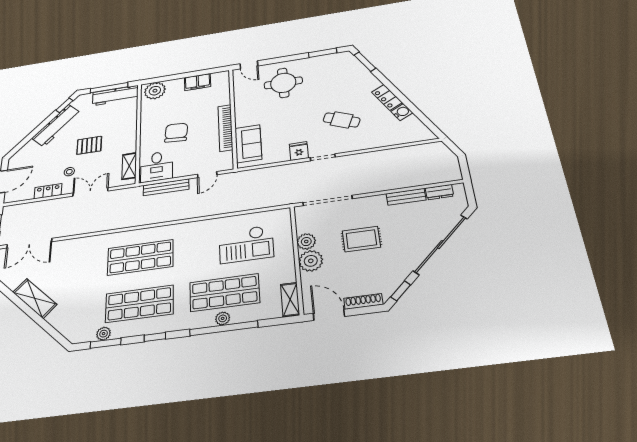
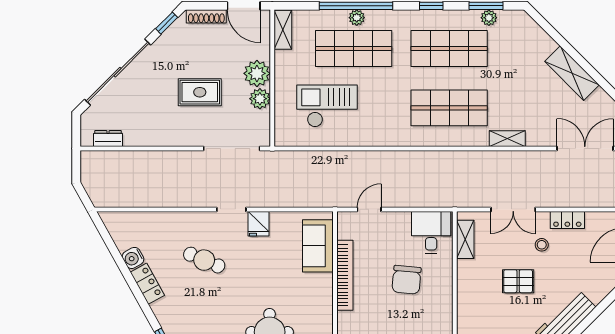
bench: (166, 187) -> (419, 200), removed
bench: (406, 197) -> (145, 139), removed
shelving: (92, 241) -> (507, 139), added

